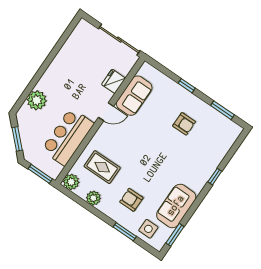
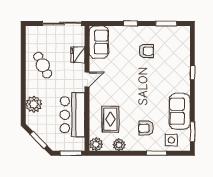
cafe table: (72, 68) -> (43, 65), added
sofa: (134, 96) -> (99, 42), moved
rug: (102, 167) -> (110, 119), turned 90

